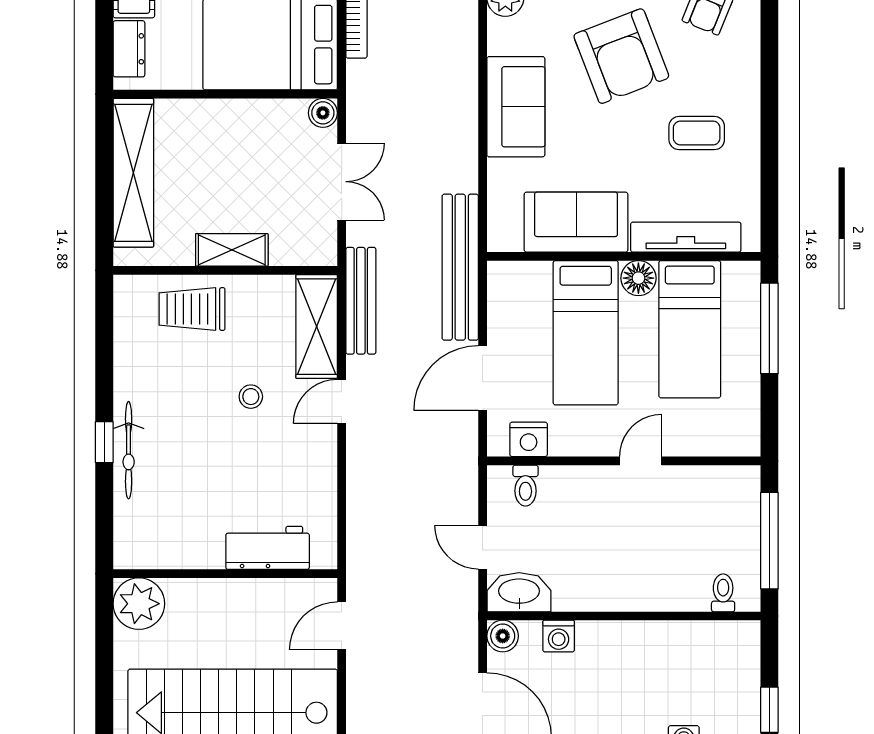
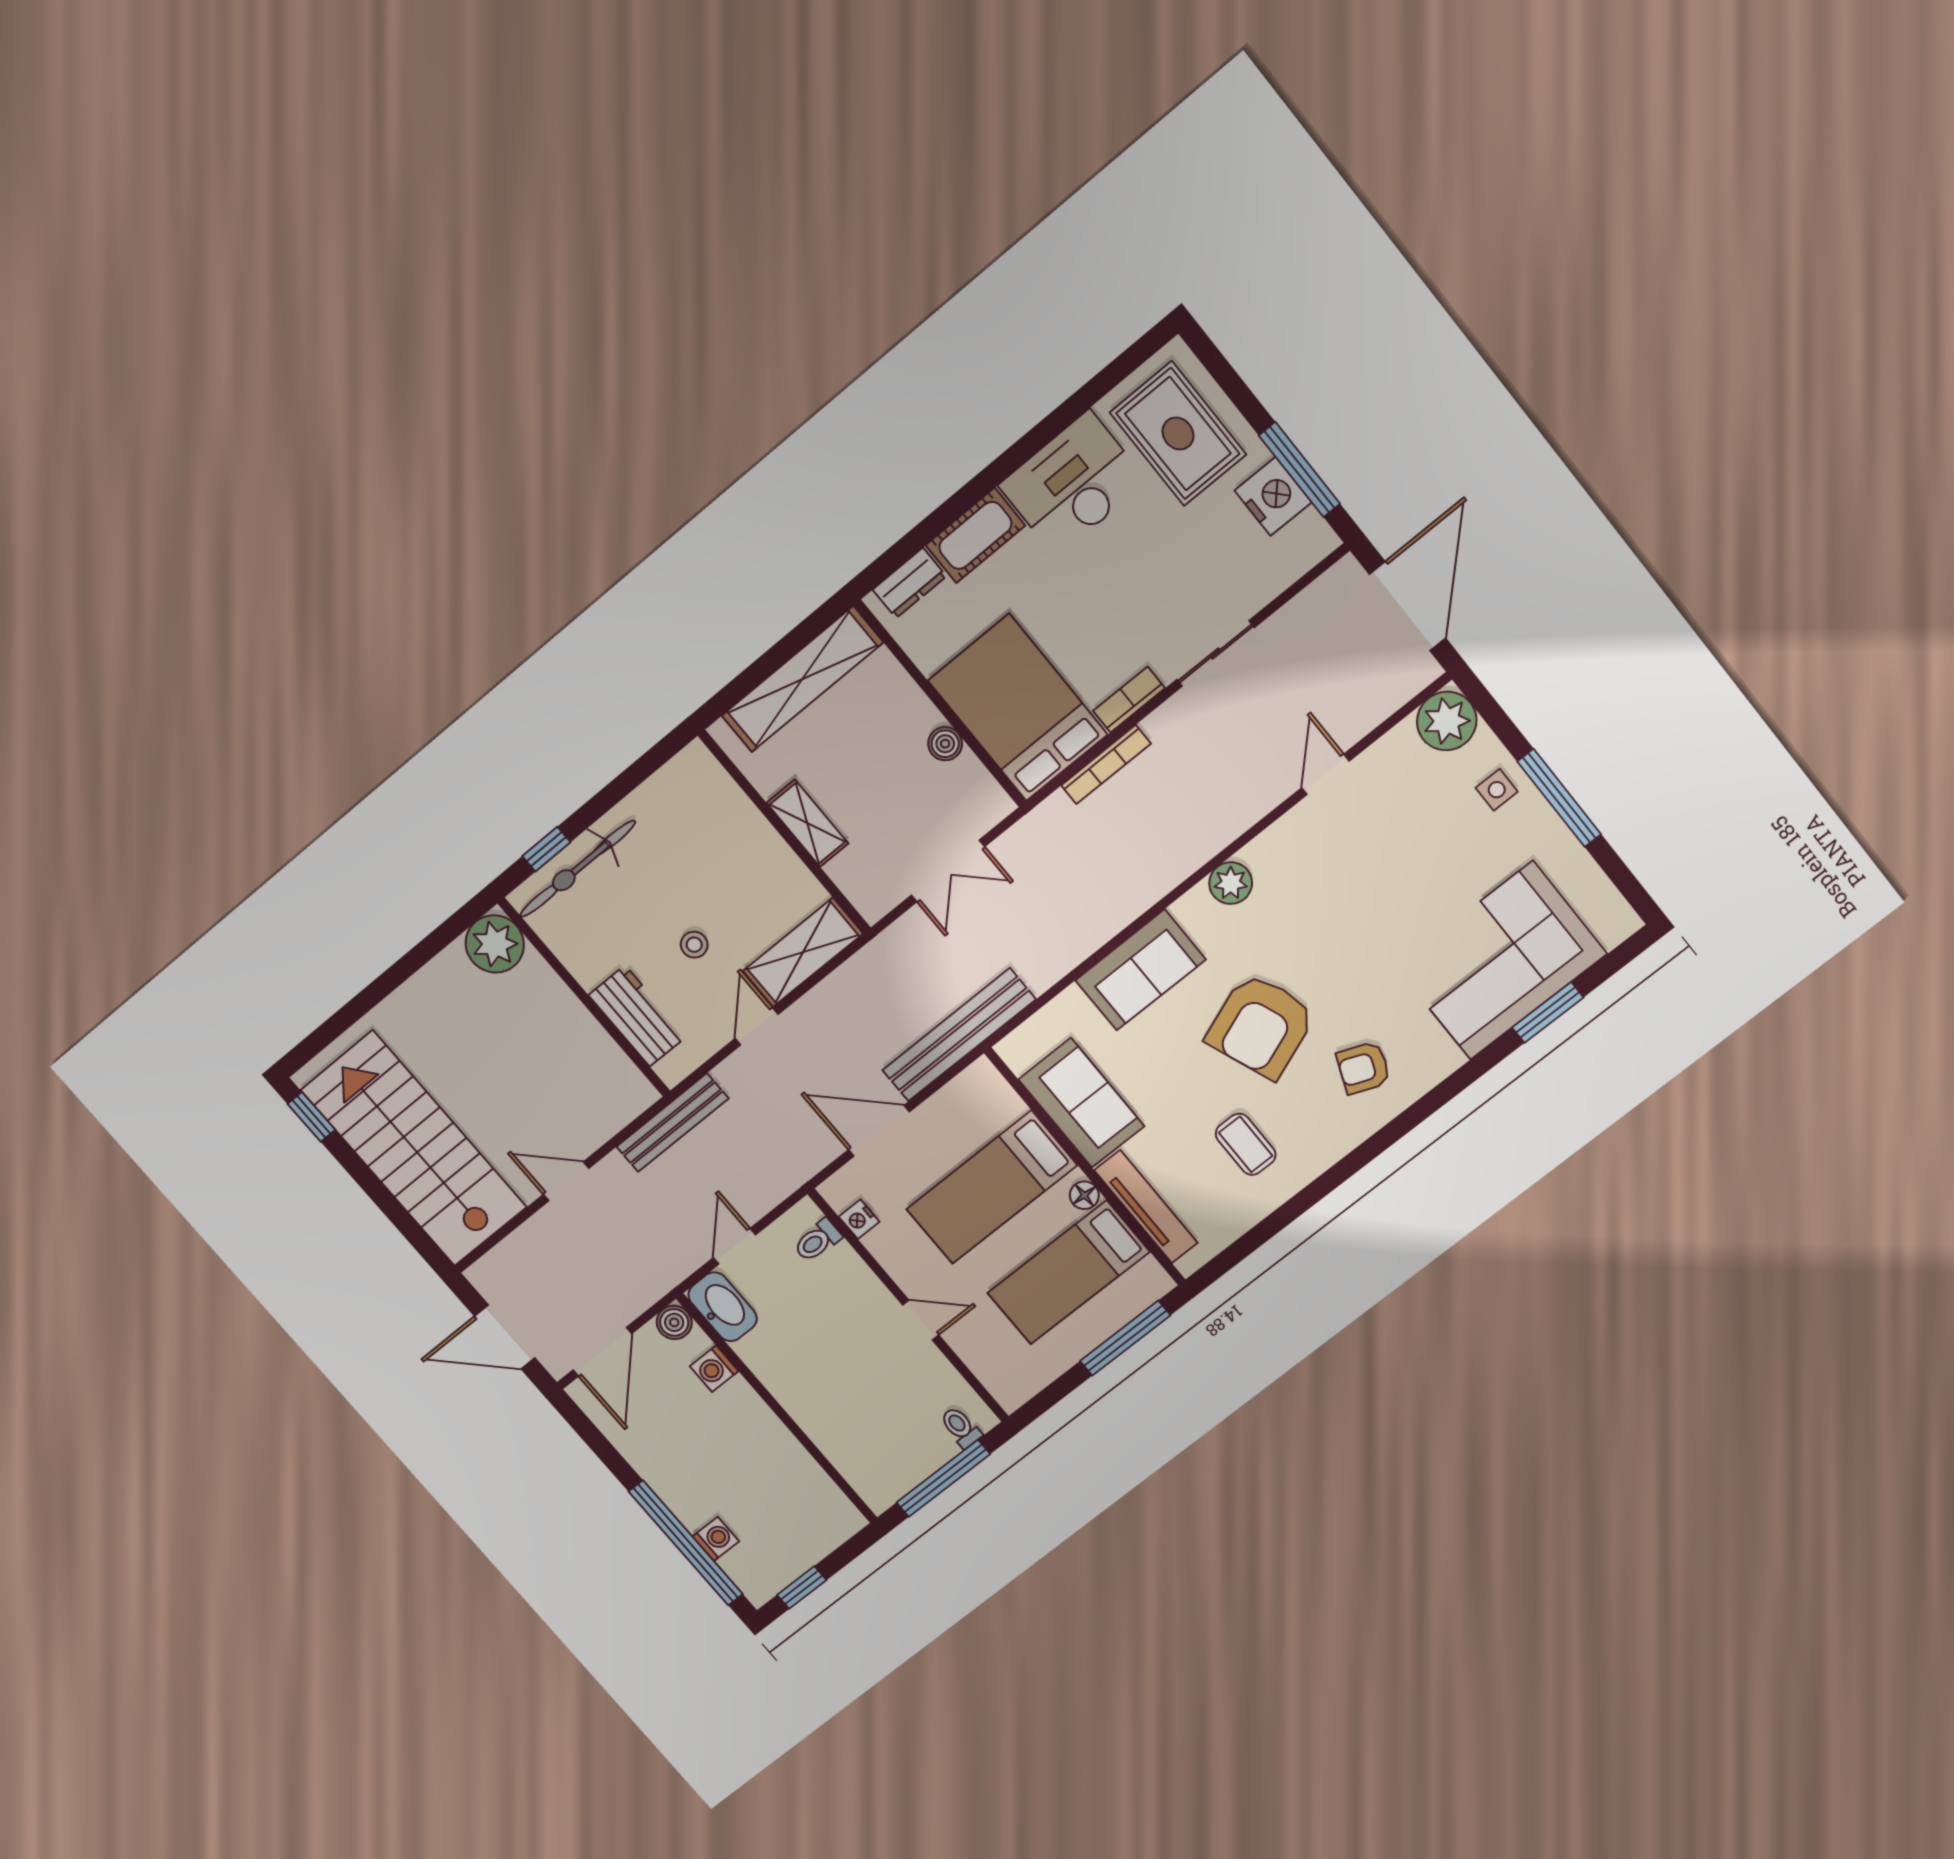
boiler: (323, 113) -> (945, 744), moved
floor lamp: (638, 278) -> (1084, 1195), width x0.73, depth x0.73
bench: (361, 301) -> (672, 1123), moved
trolley: (192, 309) -> (726, 831), removed
door: (342, 401) -> (757, 1026), hinge flipped
nightstand: (529, 439) -> (859, 1219), width x0.72, depth x0.74
bicycle: (129, 450) -> (578, 869), width x1.37, depth x1.40
workbench: (268, 548) -> (637, 1016), moved
wall: (225, 574) -> (584, 998), moved
toilet: (723, 593) -> (961, 1427), moved, turned -90
plant: (139, 604) -> (495, 944), moved

